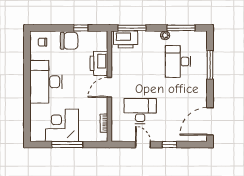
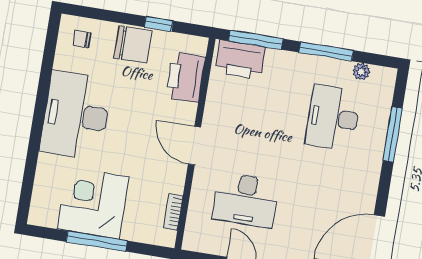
window: (181, 28) -> (326, 51), moved
plant: (165, 35) -> (361, 71), moved
printer: (99, 63) -> (185, 77), moved
door: (109, 87) -> (195, 146), hinge flipped
desk: (140, 111) -> (246, 200), turned 180

